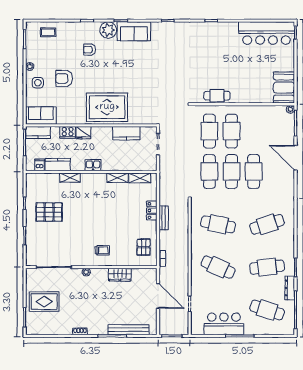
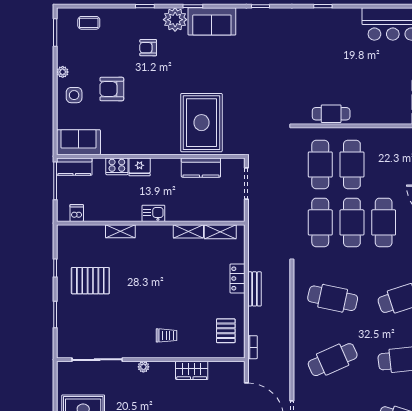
rug: (107, 107) -> (201, 123), moved, turned 90
kitchen counter: (58, 165) -> (103, 213), removed
cafe table: (218, 267) -> (333, 360), turned -48

